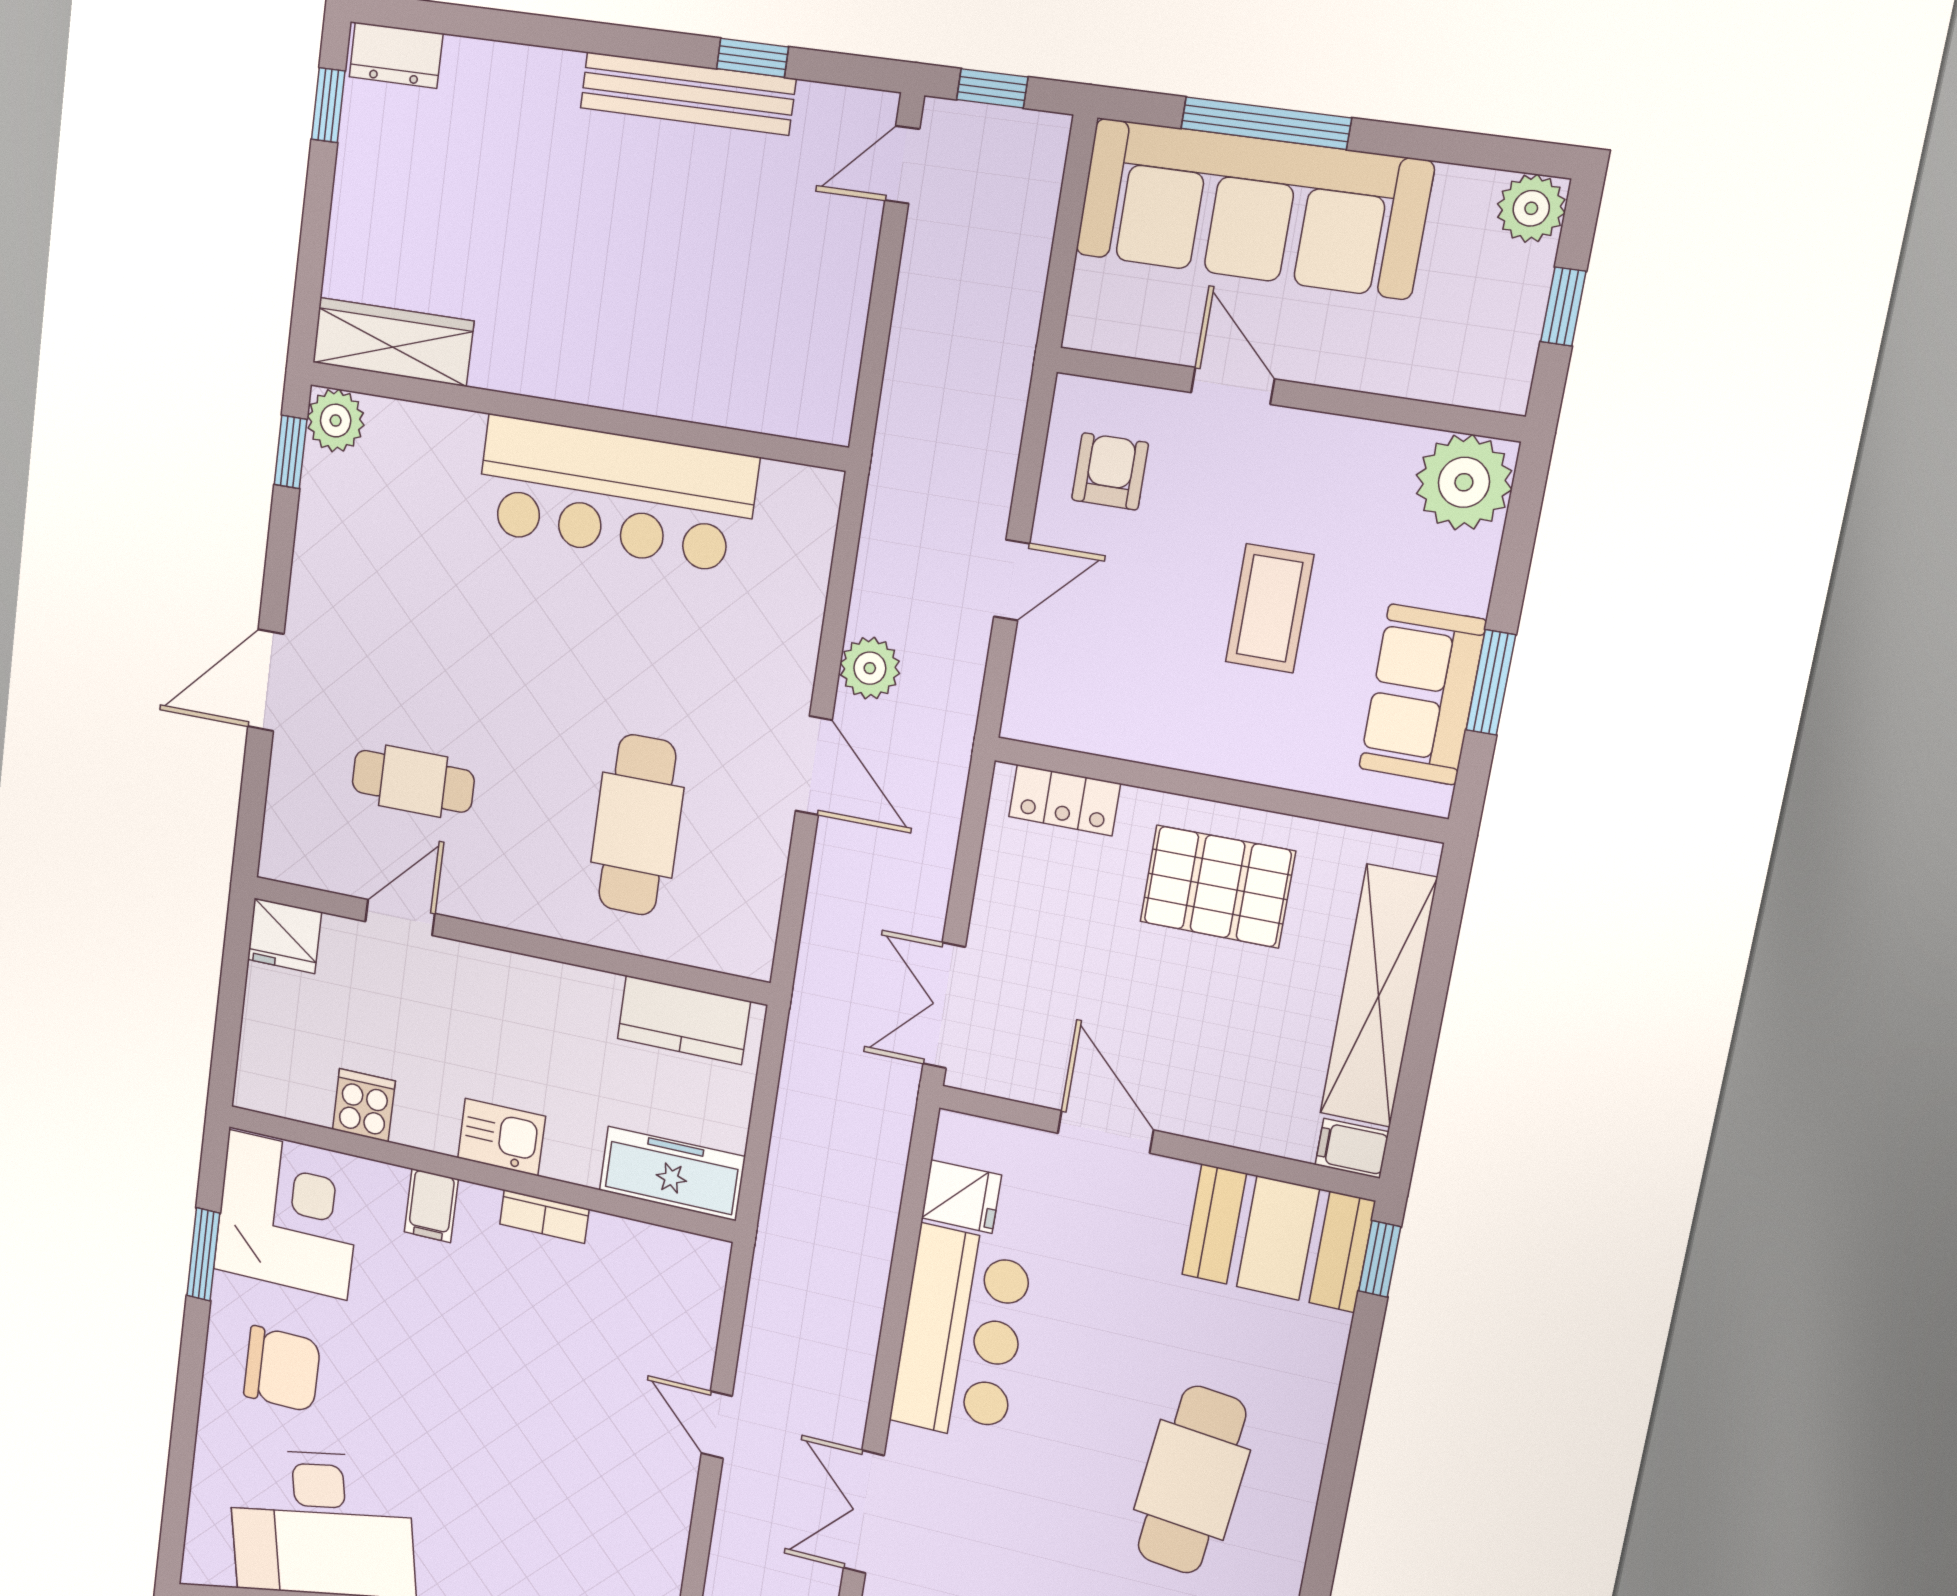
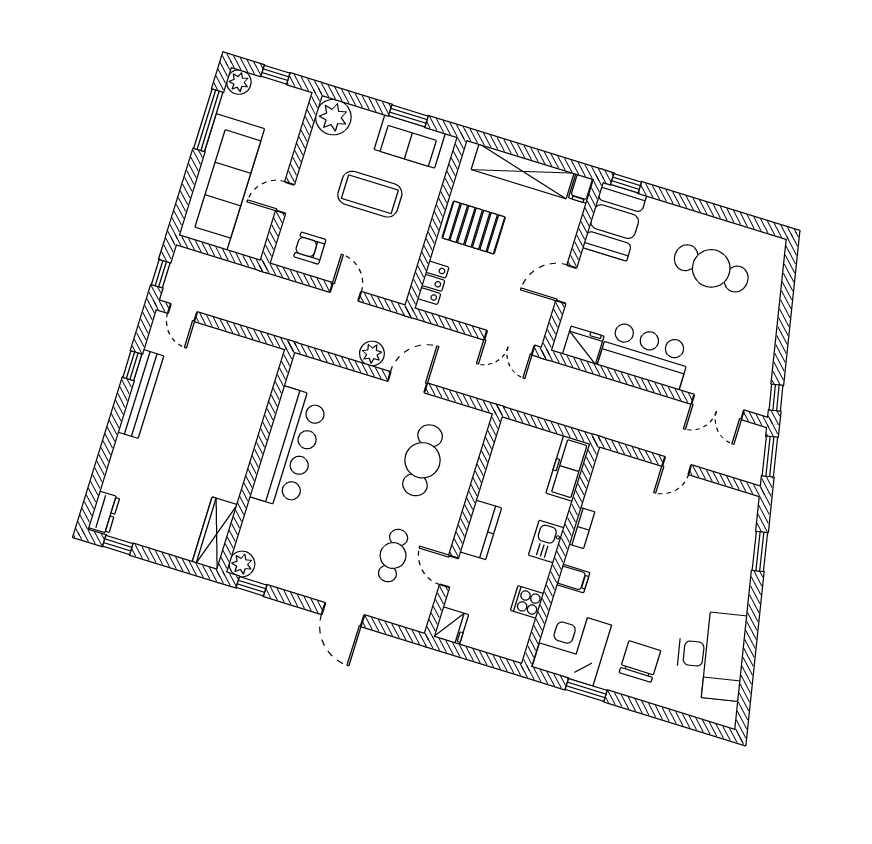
window: (1266, 123) -> (208, 120), moved
coffee table: (1270, 608) -> (370, 194), width x1.36, depth x1.32
cafe table: (637, 825) -> (423, 460), turned 90
pallet: (1217, 886) -> (474, 228), turned 90
kitchen counter: (684, 1020) -> (481, 530), moved
fridge: (961, 1197) -> (583, 345), width x1.38

